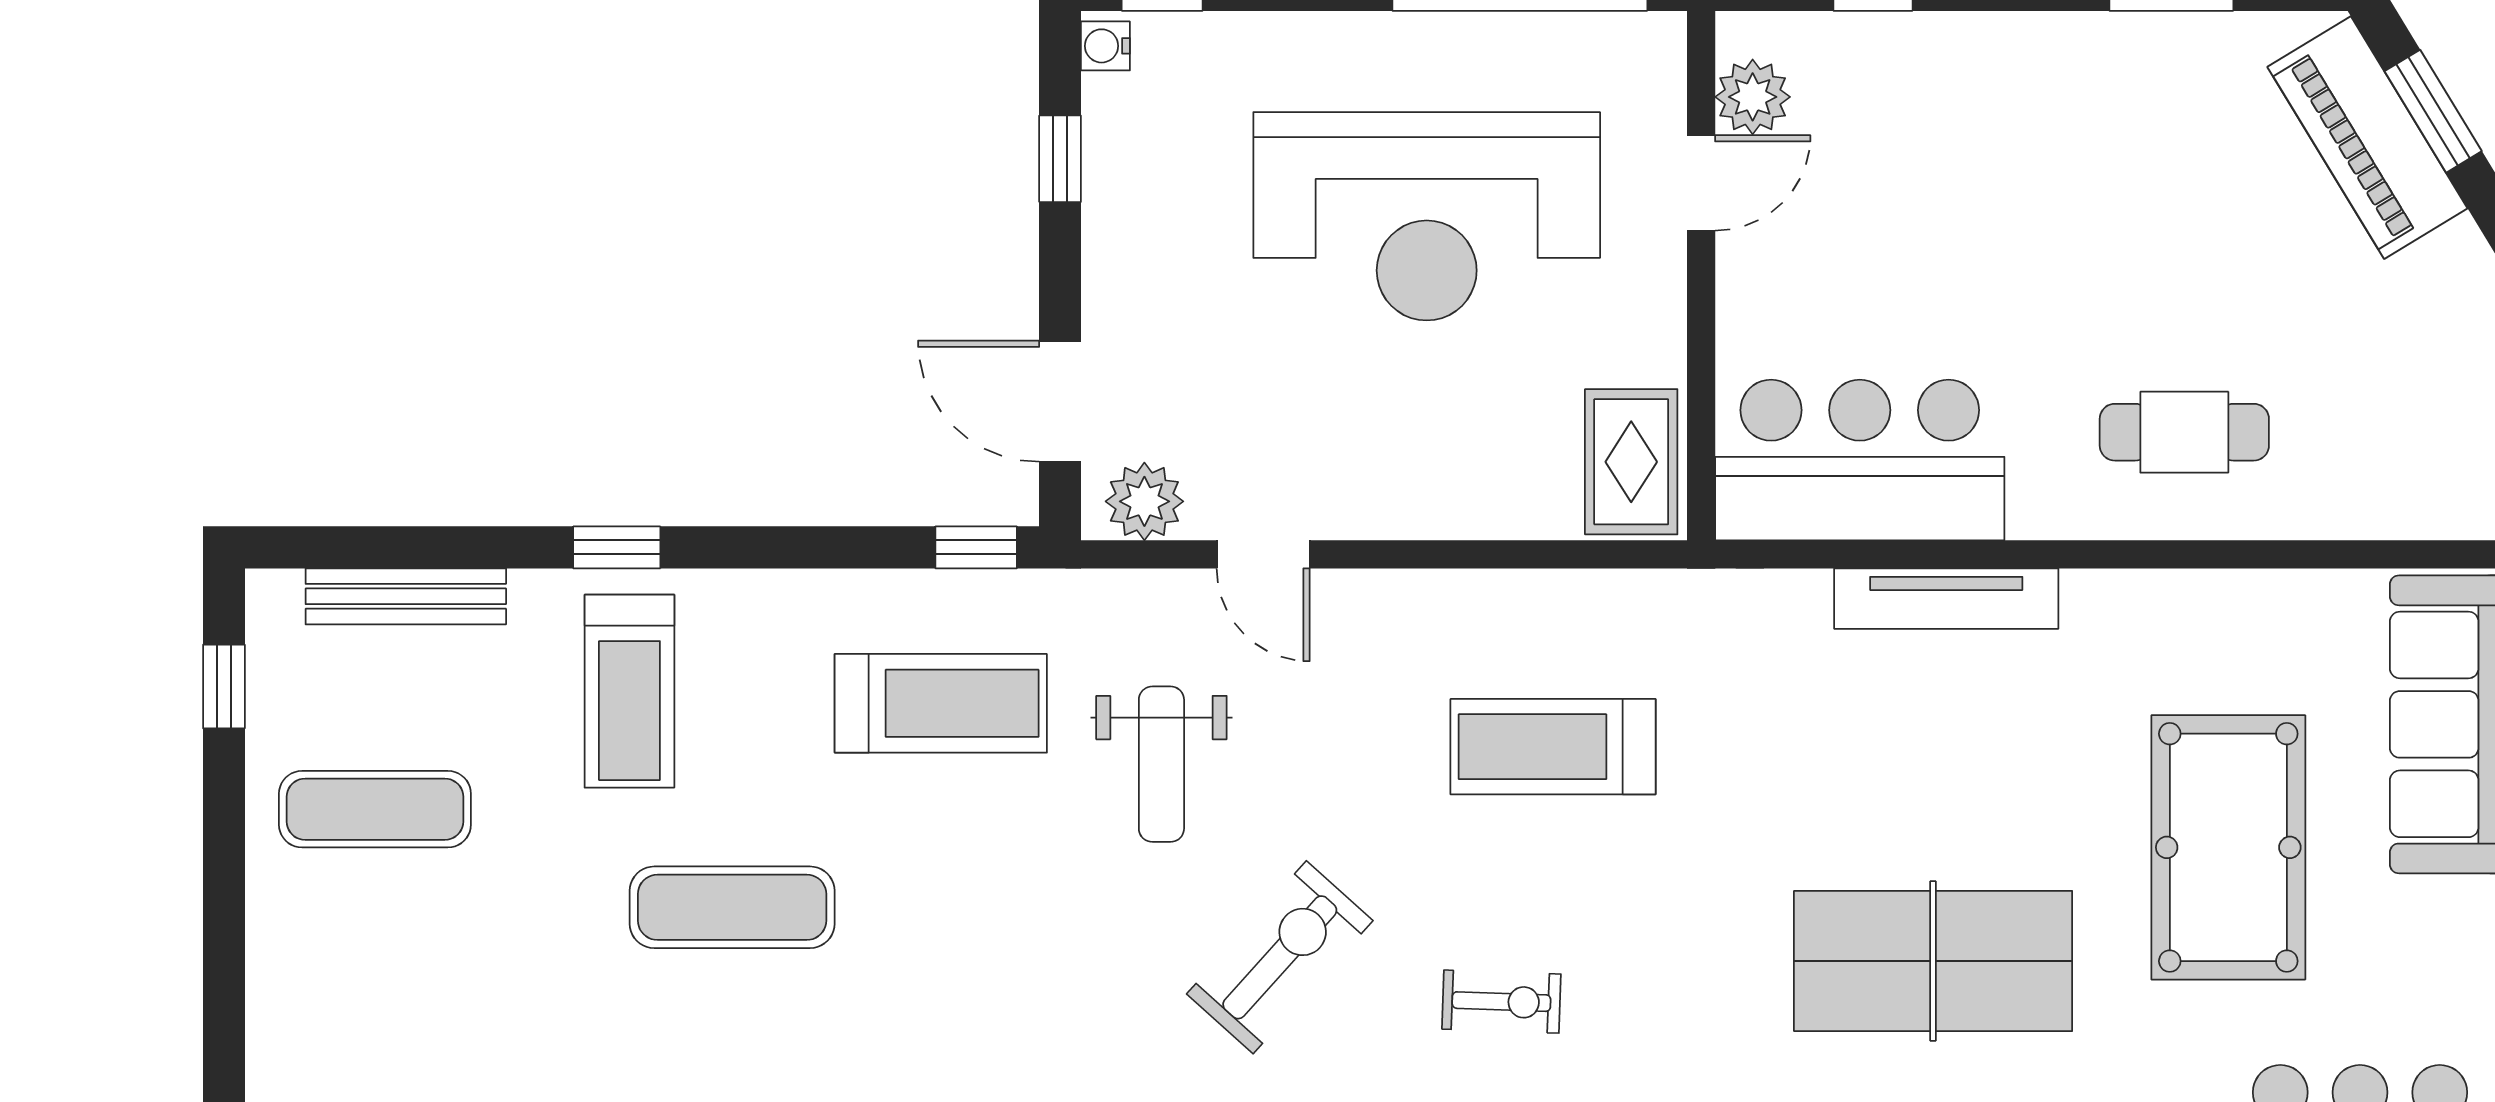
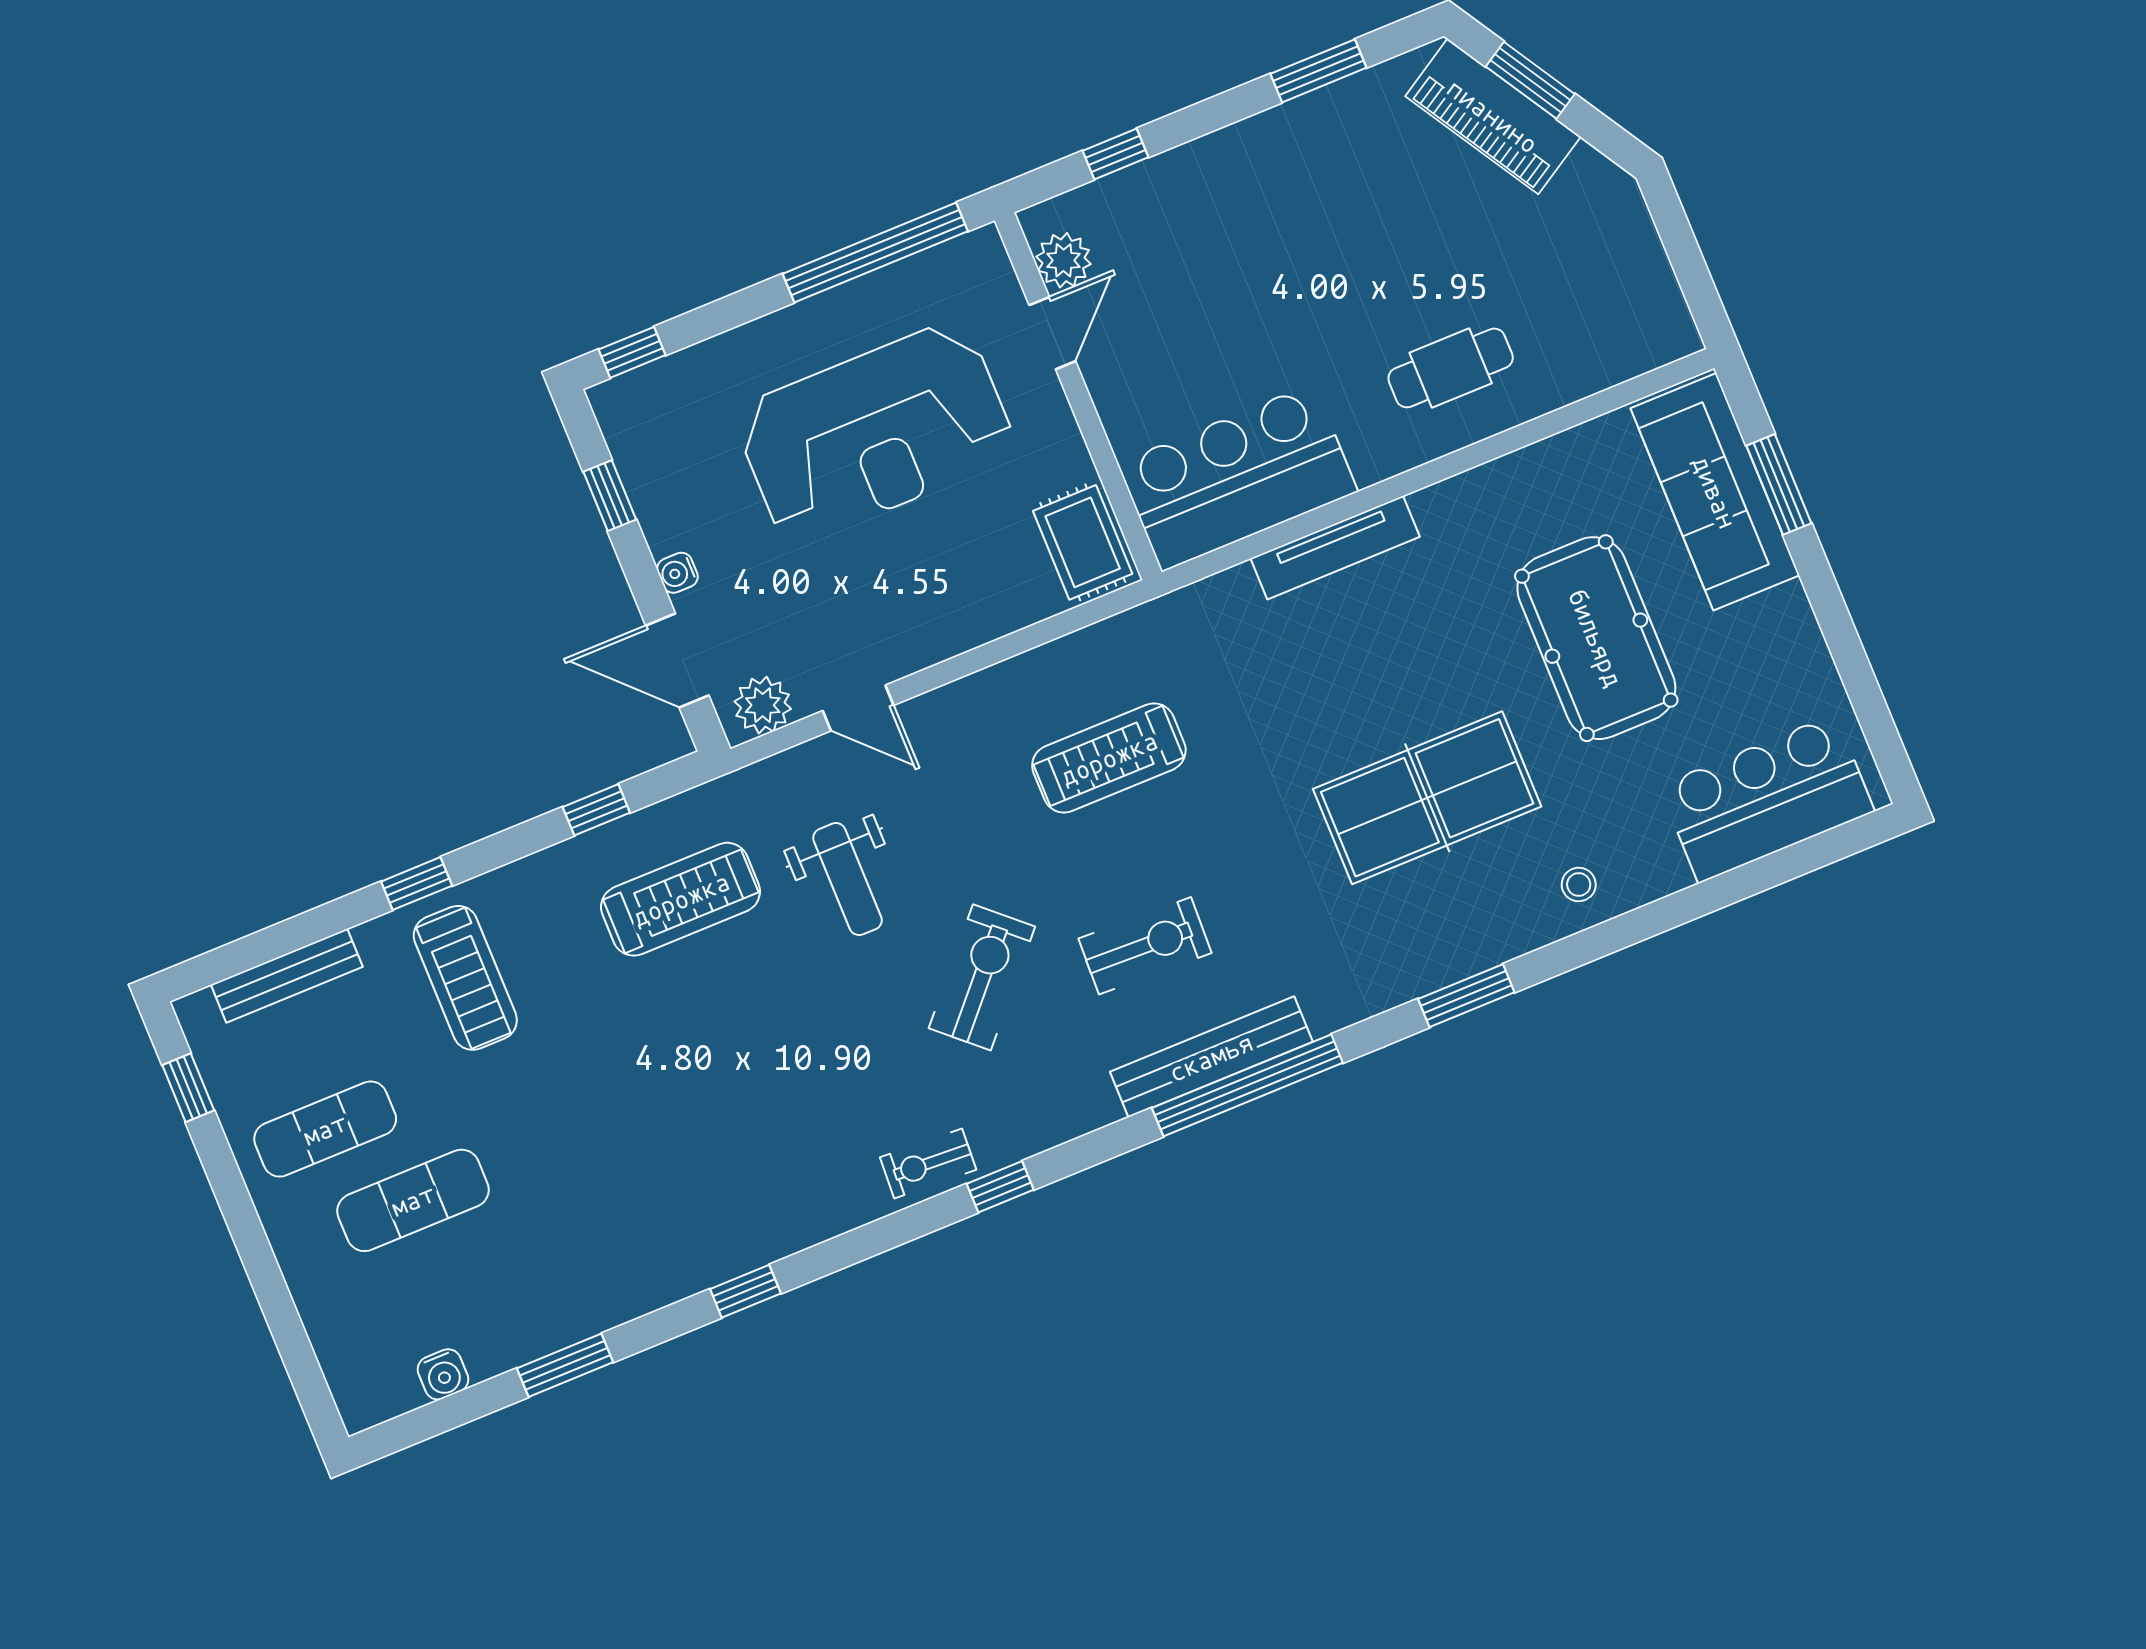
water cooler: (1105, 46) -> (677, 573), moved
window: (976, 547) -> (596, 810), moved
exercise mat: (732, 907) -> (413, 1200), moved
exercise bike: (1501, 1002) -> (1145, 946), width x1.38, depth x1.39

